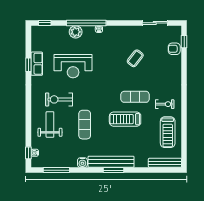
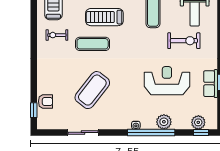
sliding door: (155, 23) -> (83, 132), moved
plant: (47, 31) -> (198, 122), added
coffee table: (135, 58) -> (92, 90), width x1.86, depth x1.72
treadmill: (125, 119) -> (104, 17), turned 180

